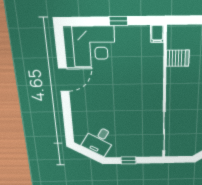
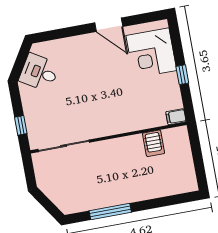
window: (128, 160) -> (21, 125), moved

